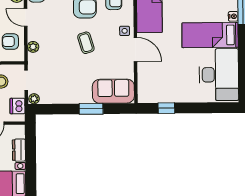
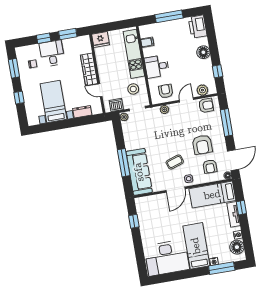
coffee table: (86, 43) -> (175, 162), moved
sofa: (113, 91) -> (139, 172), width x1.36
window: (91, 109) -> (124, 163), width x1.44

